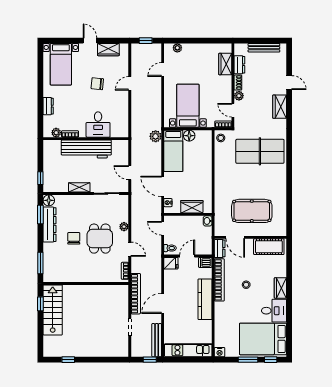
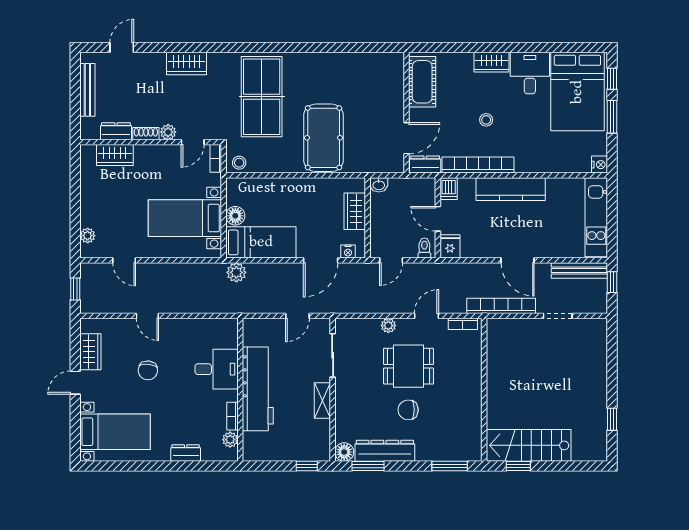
door: (289, 83) -> (122, 47), moved
pool table: (252, 211) -> (324, 138), moved

